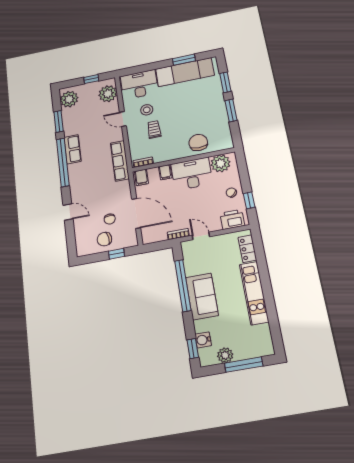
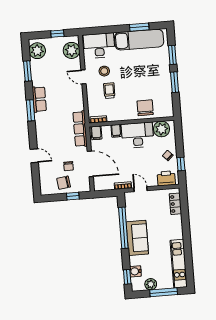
row of seats: (120, 161) -> (80, 129), moved
window: (63, 162) -> (31, 110), width x0.47
kitchen unit: (254, 293) -> (179, 264), moved

